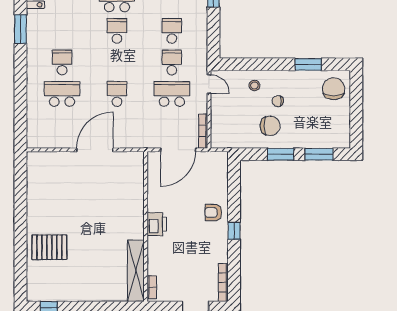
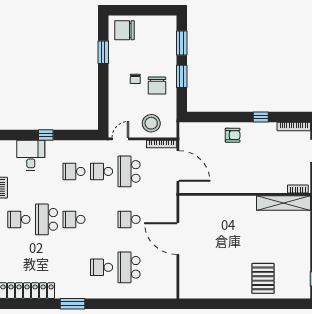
stool: (254, 85) -> (151, 123), moved, width x1.89, depth x1.89
chair: (270, 126) -> (157, 86), turned 180
armchair: (213, 213) -> (233, 135), turned -90
printer: (157, 224) -> (243, 185), removed
window: (234, 231) -> (261, 117), moved

